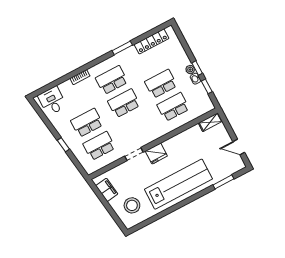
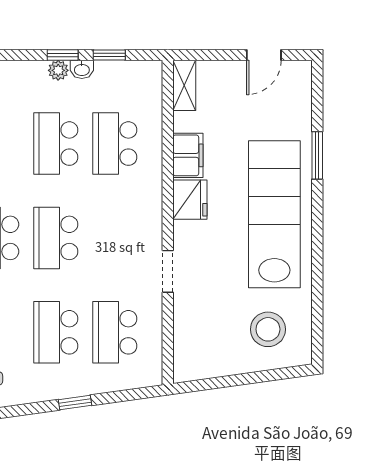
fridge: (156, 153) -> (190, 200), moved
window: (223, 182) -> (317, 155), moved
filing cabinet: (107, 190) -> (188, 155), moved, turned 98

